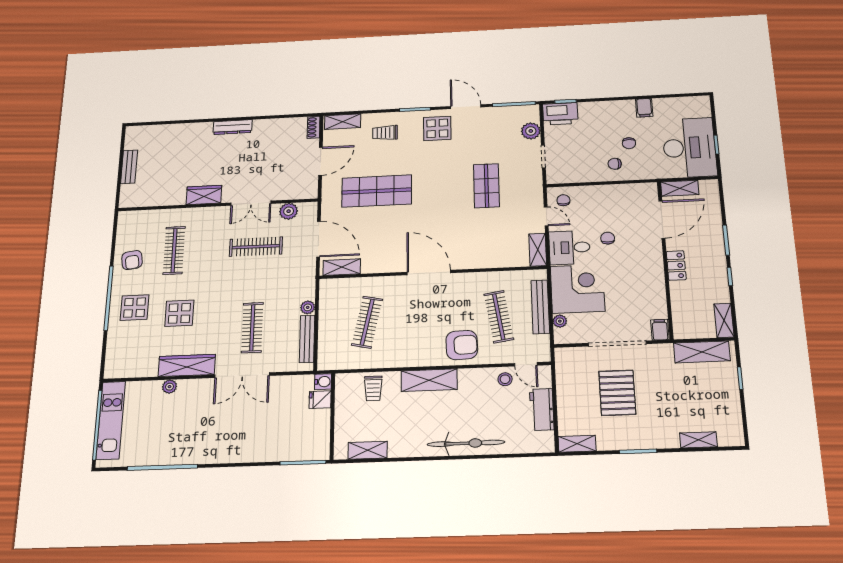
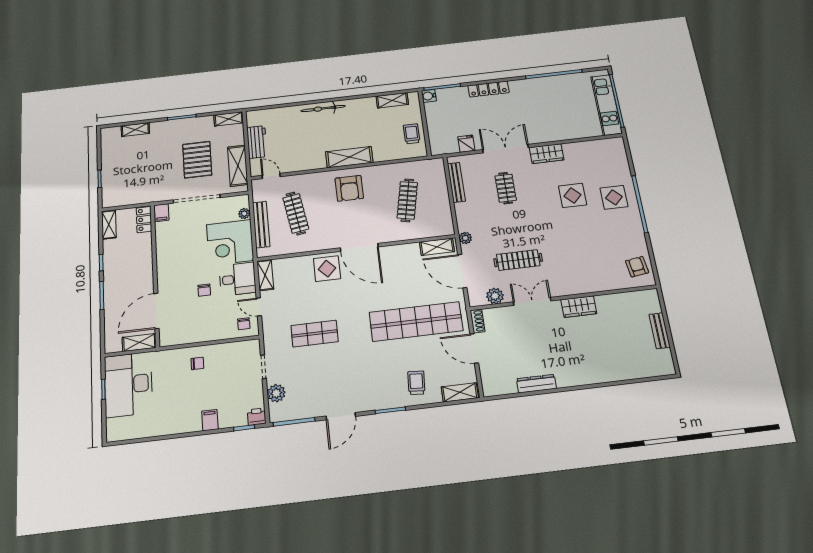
door: (466, 107) -> (341, 416), hinge flipped
filing cabinet: (644, 108) -> (210, 420), moved
printer: (560, 114) -> (257, 417), width x0.53, depth x0.68
dresser: (233, 127) -> (536, 384), moved
shoe rack: (314, 127) -> (478, 321), moved
display table: (437, 128) -> (327, 269), moved
trolley: (385, 133) -> (416, 383), turned -86
chair: (629, 143) -> (184, 386), removed
door: (320, 161) -> (474, 348), hinge flipped
shop shelf: (486, 186) -> (315, 334), turned 90
shop shelf: (377, 191) -> (416, 321), width x1.40
clothes rail: (174, 250) -> (593, 251), removed
armchair: (132, 260) -> (637, 267), moved
locker: (676, 265) -> (144, 220), moved
plant: (308, 307) -> (465, 238), moved
clothes rail: (252, 328) -> (506, 188), width x0.73
armchair: (462, 345) -> (349, 188), moved, turned -88
shelving: (702, 352) -> (238, 166), moved, turned 90
wardrobe: (187, 365) -> (547, 154), width x0.67
stool: (505, 379) -> (287, 163), removed
water cooler: (323, 382) -> (429, 96), moved
plant: (170, 387) -> (565, 135), removed
trolley: (373, 388) -> (412, 134), moved
fridge: (320, 400) -> (466, 144), moved, turned -90
bicycle: (466, 443) -> (323, 108), width x0.73, depth x0.71
locker: (246, 454) -> (489, 89), added

